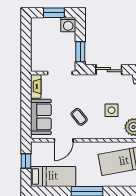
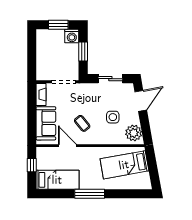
window: (80, 52) -> (83, 52), moved
door: (64, 140) -> (67, 146), swing flipped

